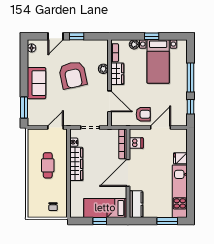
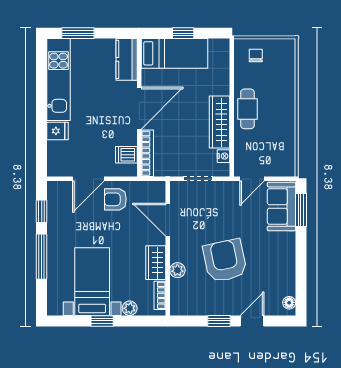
sofa: (37, 83) -> (281, 207), moved
cafe table: (48, 165) -> (247, 109), moved

